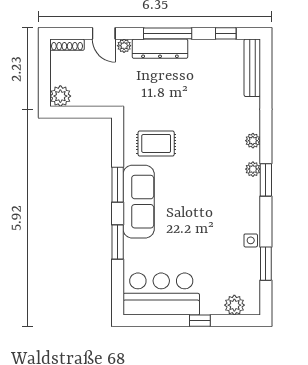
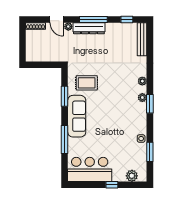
plant: (60, 96) -> (32, 55), removed
window: (118, 185) -> (65, 96), moved
window: (118, 242) -> (65, 139), width x1.44

